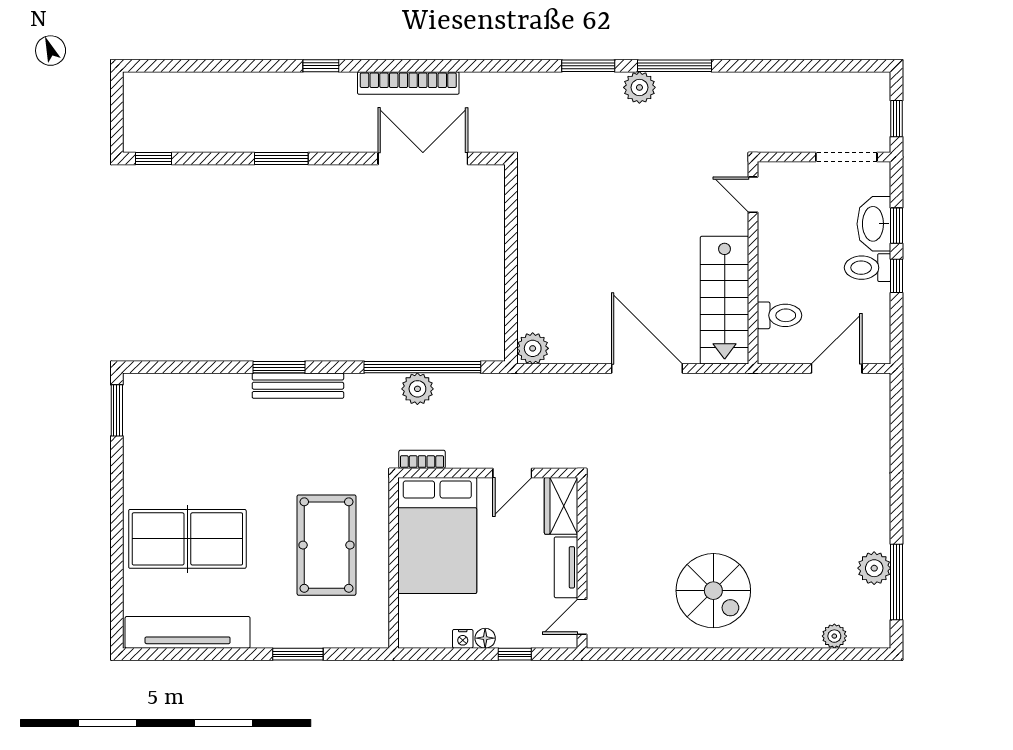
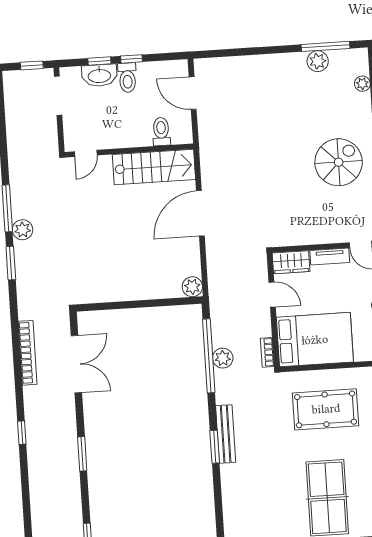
bookcase: (408, 83) -> (28, 353), moved
double door: (423, 158) -> (76, 364), swing flipped

